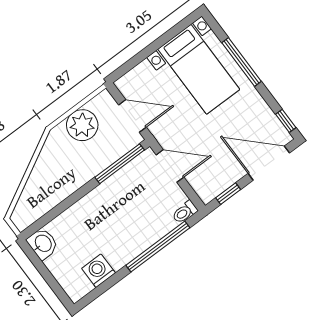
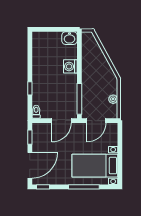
plant: (82, 125) -> (113, 99), width x0.53, depth x0.53
window: (158, 246) -> (30, 88), width x0.32
washing machine: (99, 271) -> (70, 66), moved, turned 180

